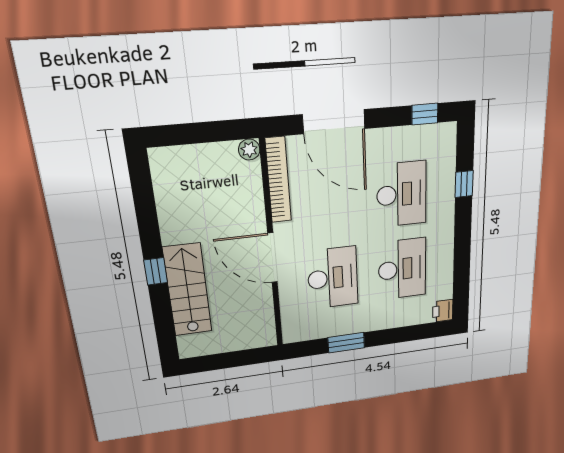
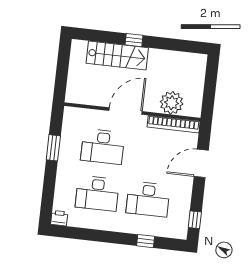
door: (334, 122) -> (201, 163), width x0.73
plant: (249, 150) -> (172, 103), moved, width x1.87, depth x1.87

